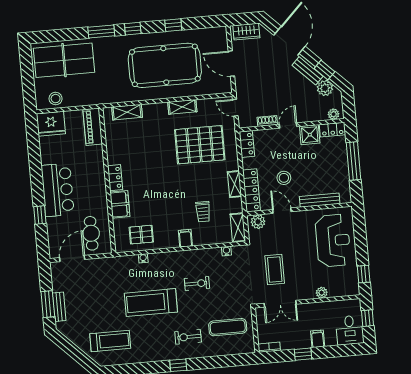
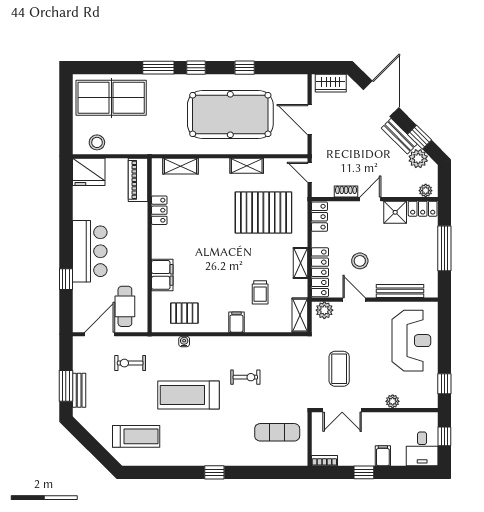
locker: (115, 178) -> (159, 210), moved
water cooler: (226, 251) -> (284, 342), removed
exercise bike: (188, 337) -> (130, 363), moved

